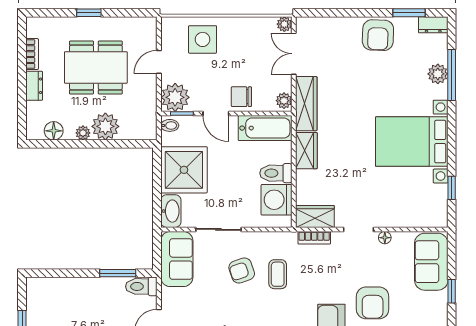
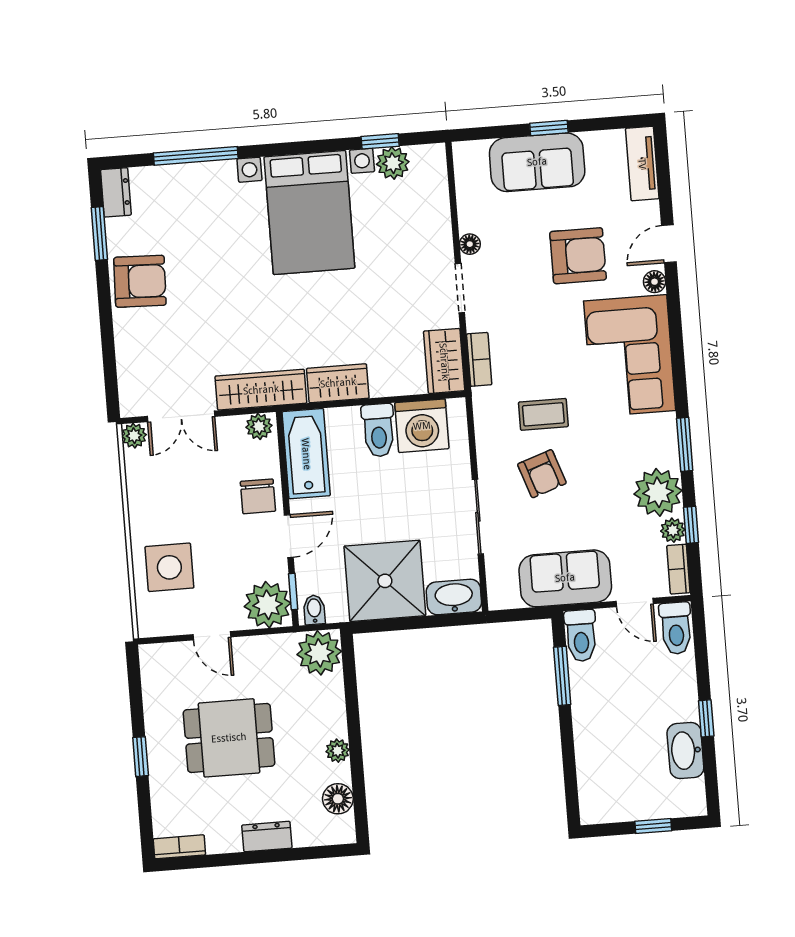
bookcase: (32, 54) -> (179, 847), moved
dining table: (96, 67) -> (229, 738), width x0.73
plant: (438, 74) -> (393, 163), moved
plant: (105, 126) -> (319, 653), moved
sofa: (177, 259) -> (565, 578), moved
sofa: (431, 262) -> (537, 162), moved

